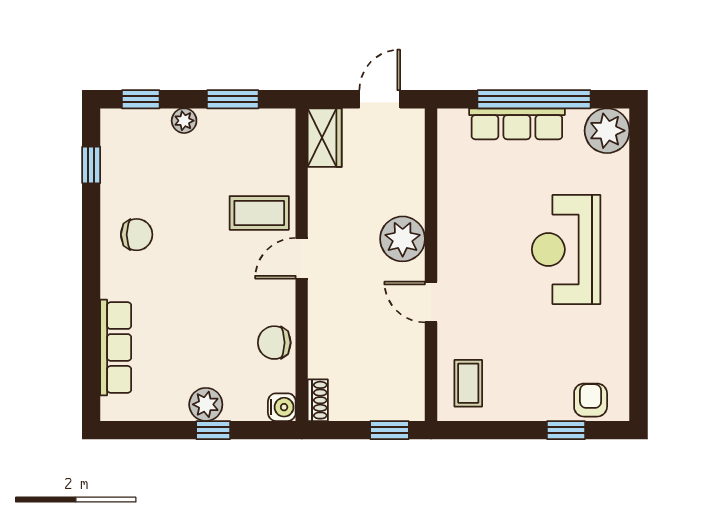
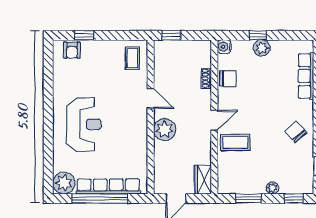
row of seats: (517, 124) -> (108, 186), width x1.36
chair: (137, 235) -> (296, 132), turned 48
shoe rack: (318, 400) -> (206, 78), moved

